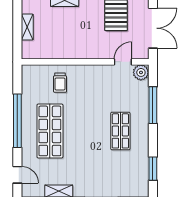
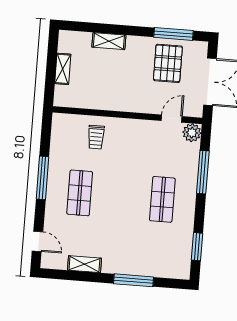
window: (17, 121) -> (42, 178), width x0.68
shop shelf: (50, 131) -> (80, 193), width x0.70, depth x0.74

